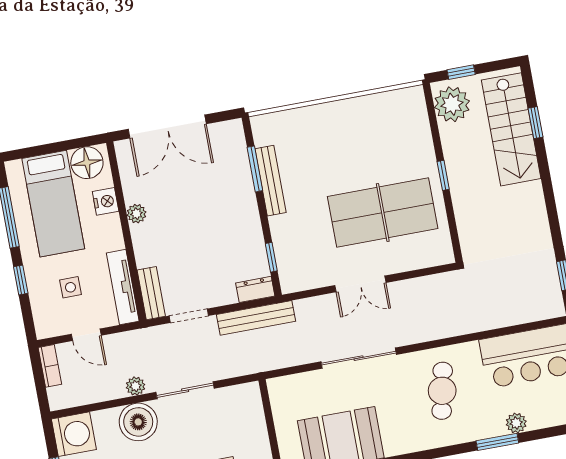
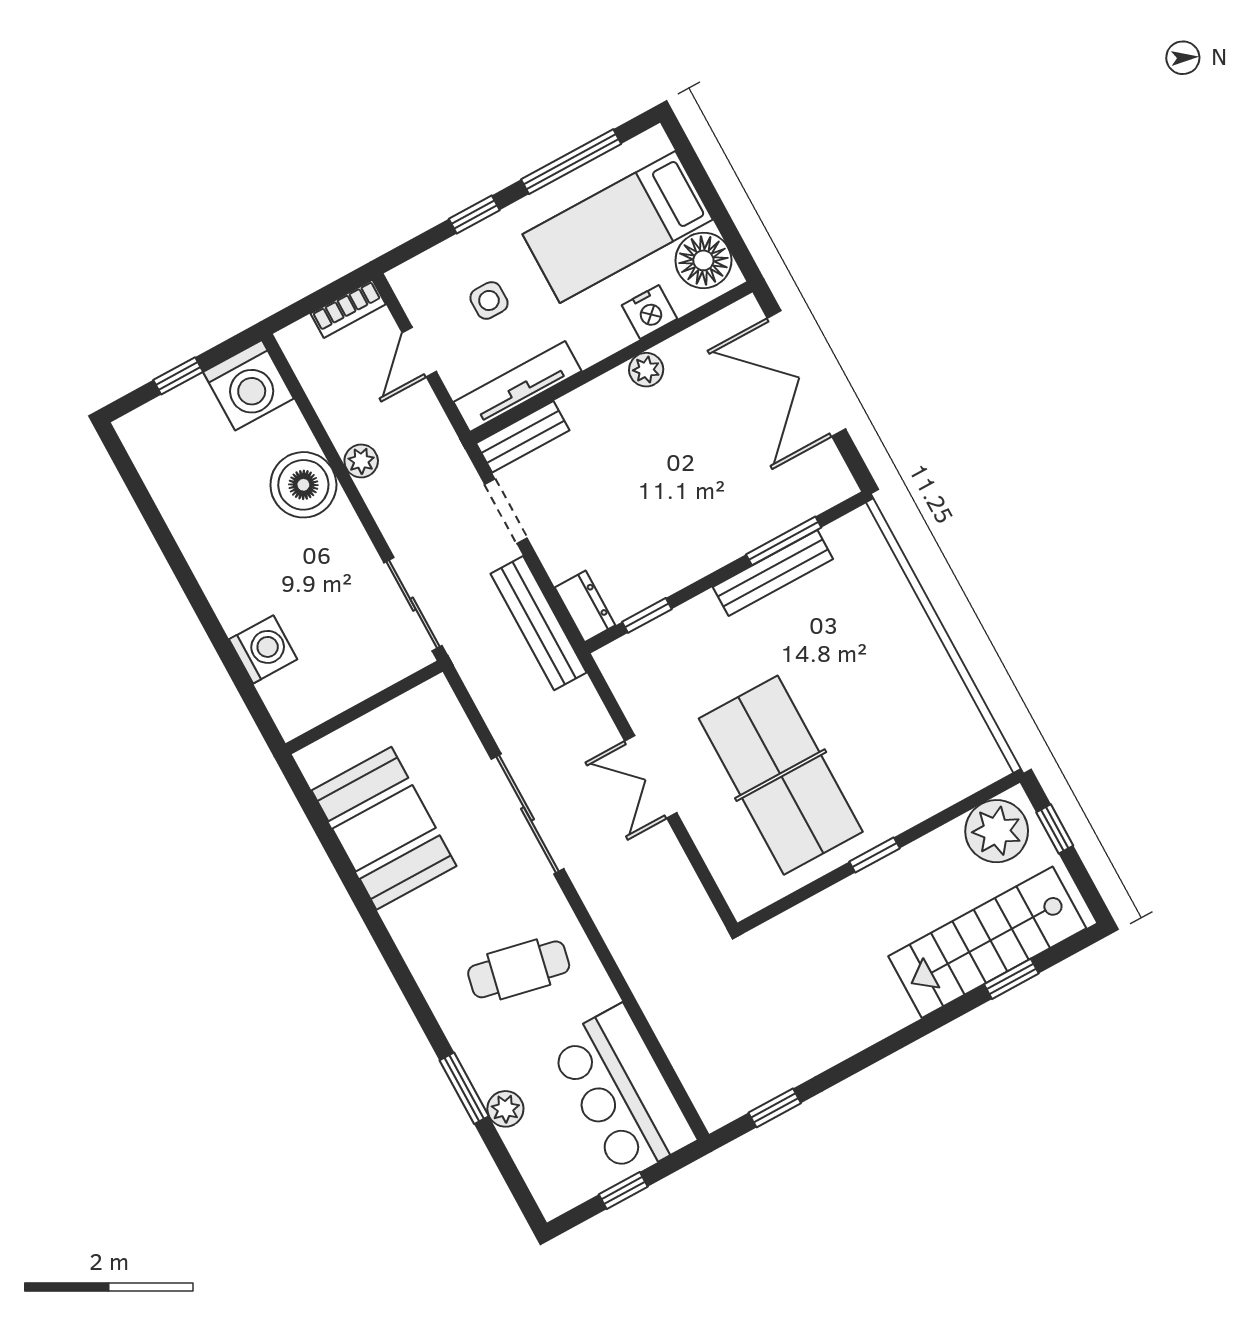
sliding door: (185, 390) -> (413, 604), moved

